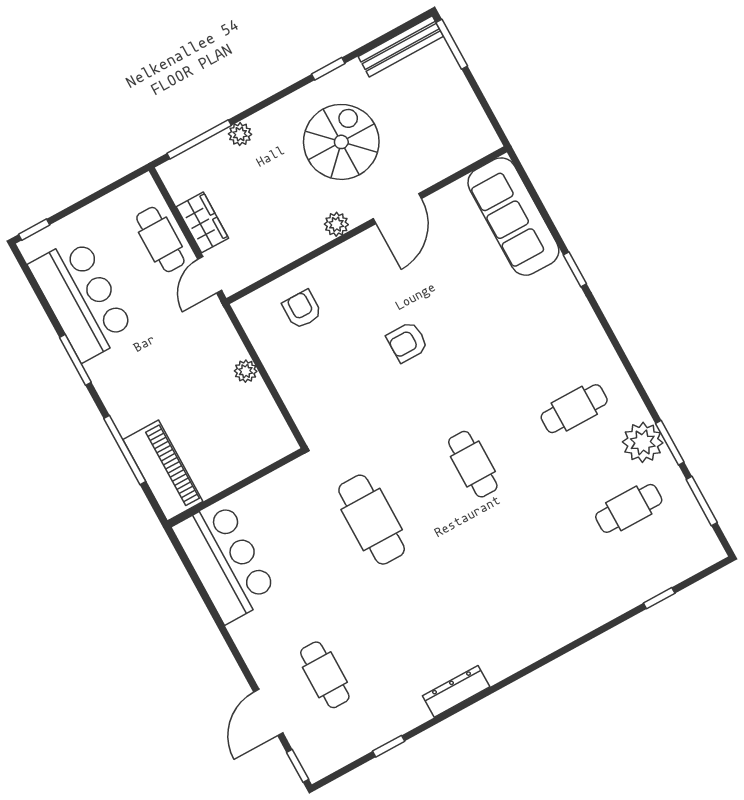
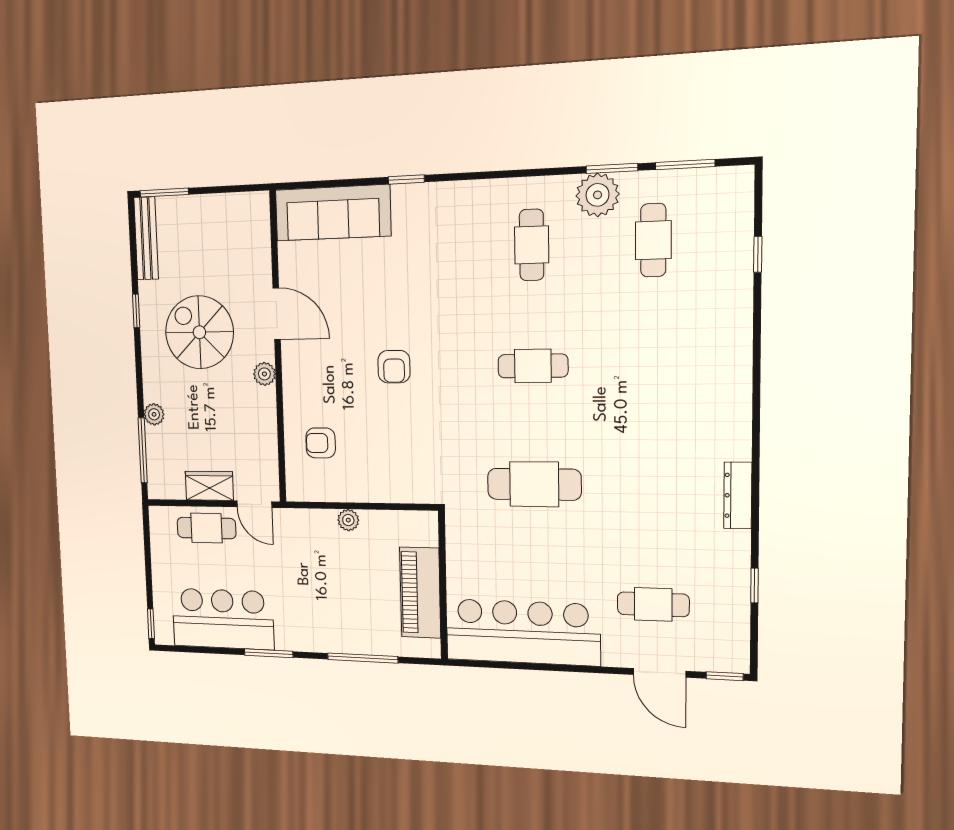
piano: (163, 471) -> (420, 593), moved, turned -90
bar counter: (225, 561) -> (522, 632), width x1.36

